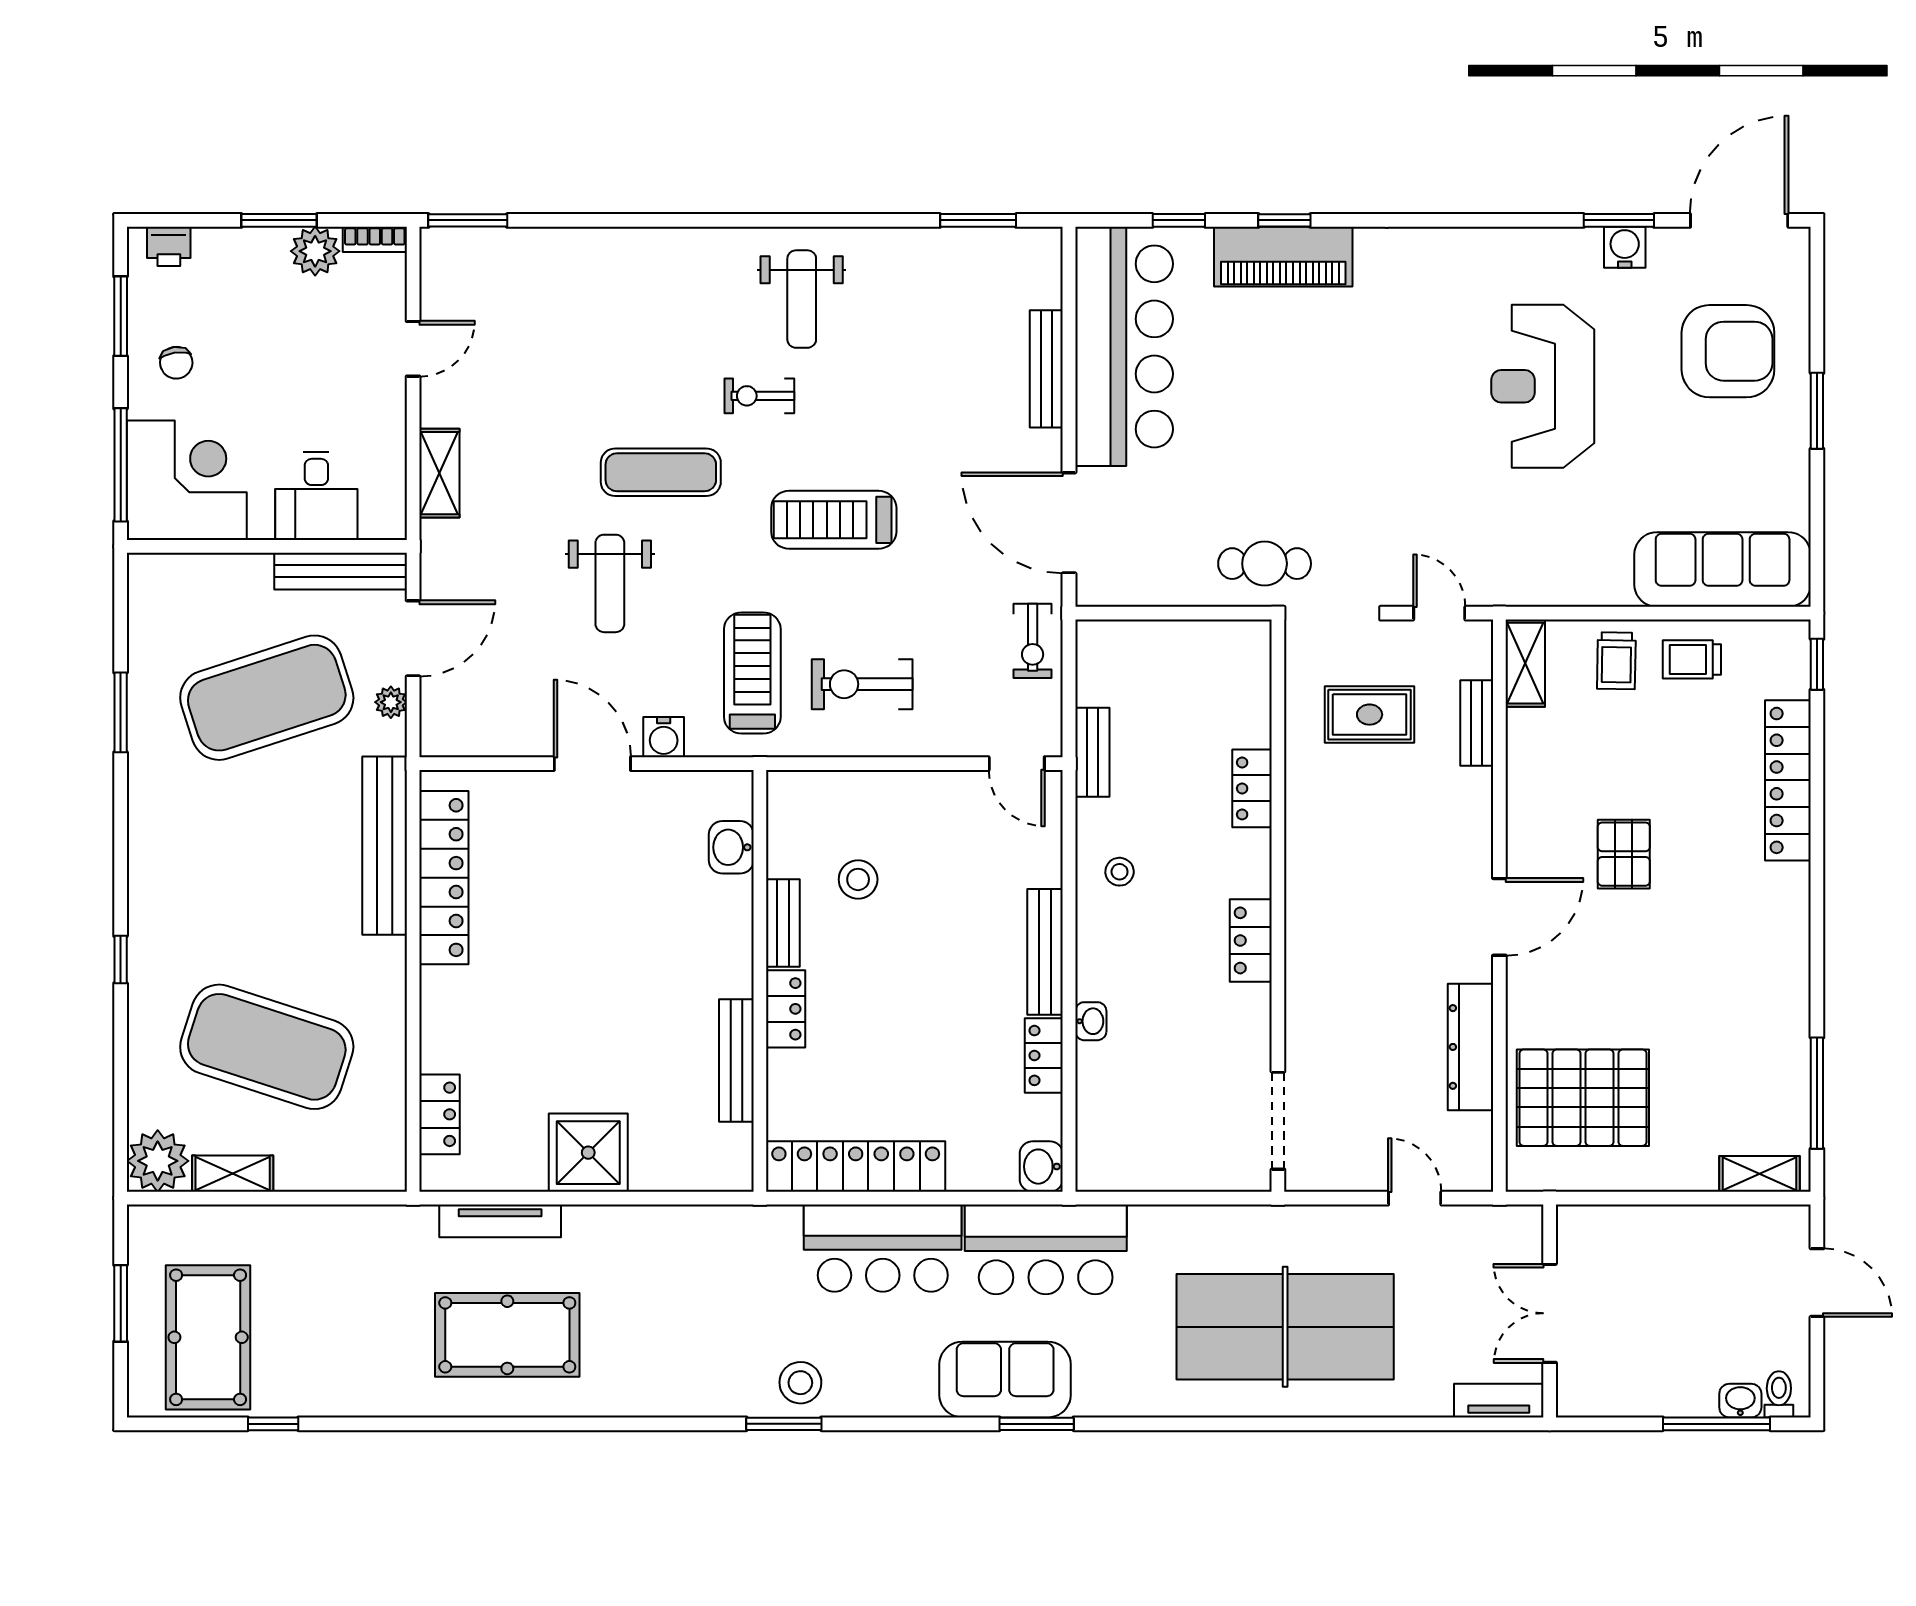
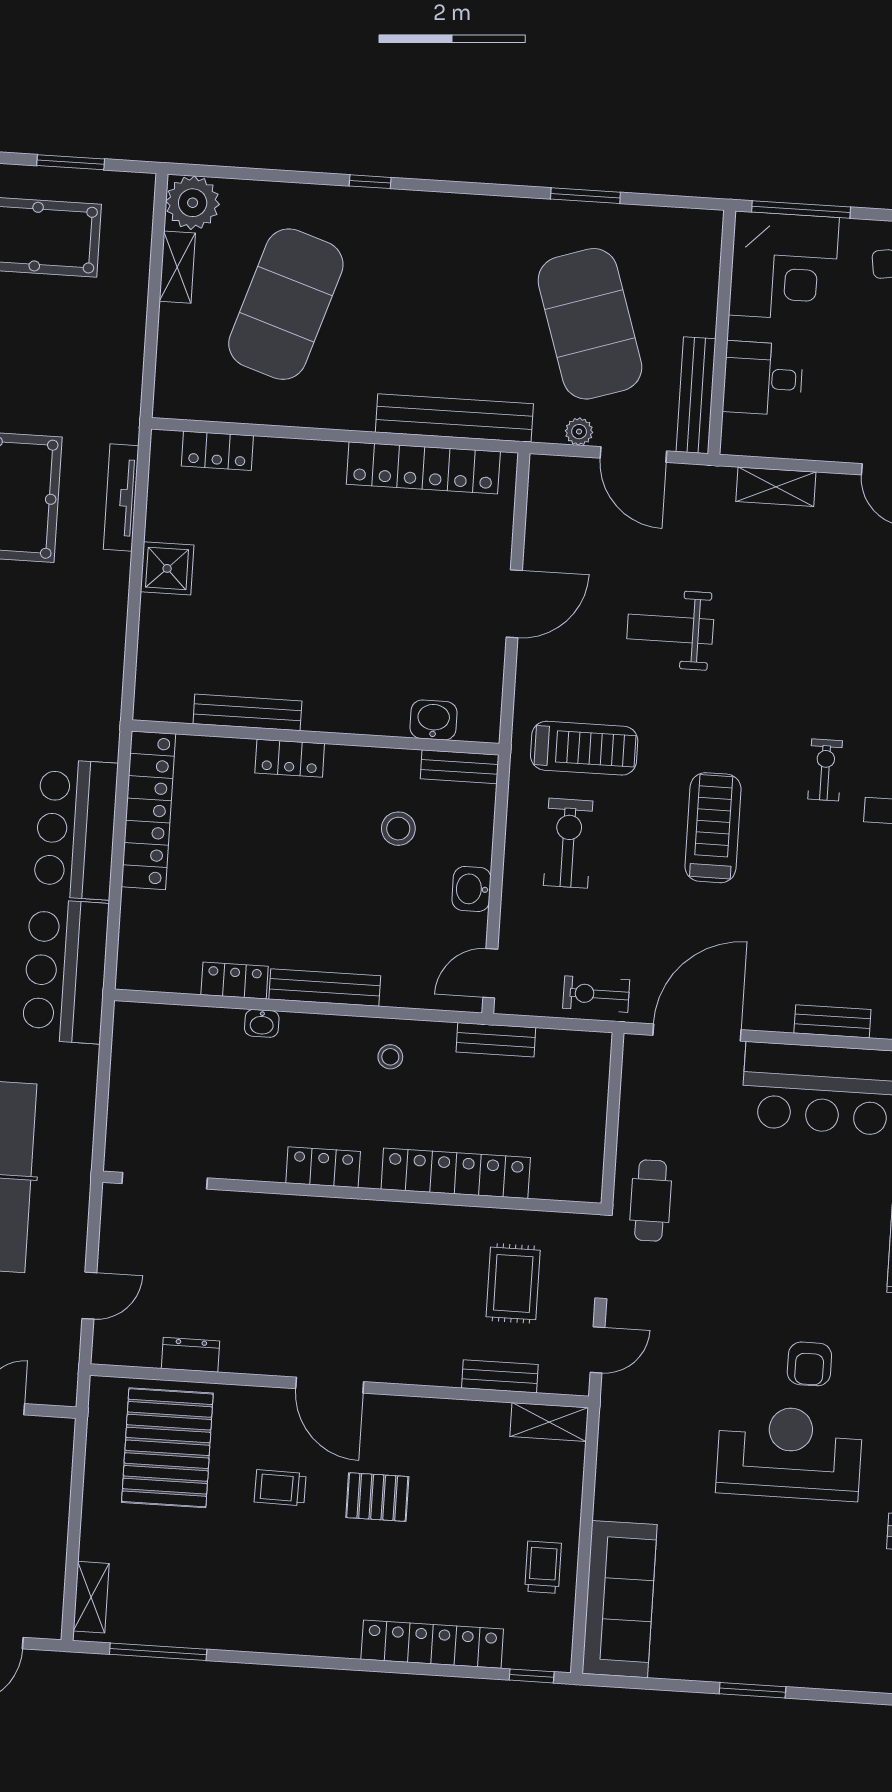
armchair: (1728, 351) -> (809, 1364), moved, width x0.53, depth x0.53
bench: (1046, 369) -> (832, 1021), width x0.73
exercise mat: (661, 472) -> (764, 680), removed
trolley: (1616, 661) -> (280, 1488), moved
water cooler: (664, 737) -> (533, 667), removed
locker: (1252, 788) -> (456, 1173), width x2.16, depth x1.21
bench: (783, 923) -> (459, 767), moved
dresser: (1471, 1047) -> (191, 1355), width x0.51, depth x0.80
shower: (588, 1153) -> (167, 568), width x0.73, depth x0.73
washbasin: (1041, 1167) -> (471, 889), moved, turned -90

